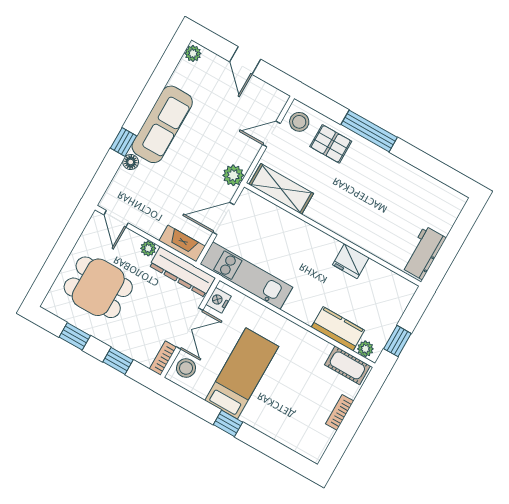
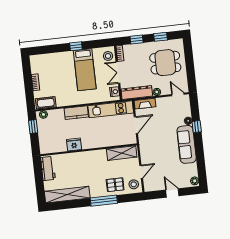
plant: (233, 175) -> (144, 145), removed
shelving: (423, 186) -> (67, 195), added
kitchen counter: (338, 329) -> (76, 113), moved

